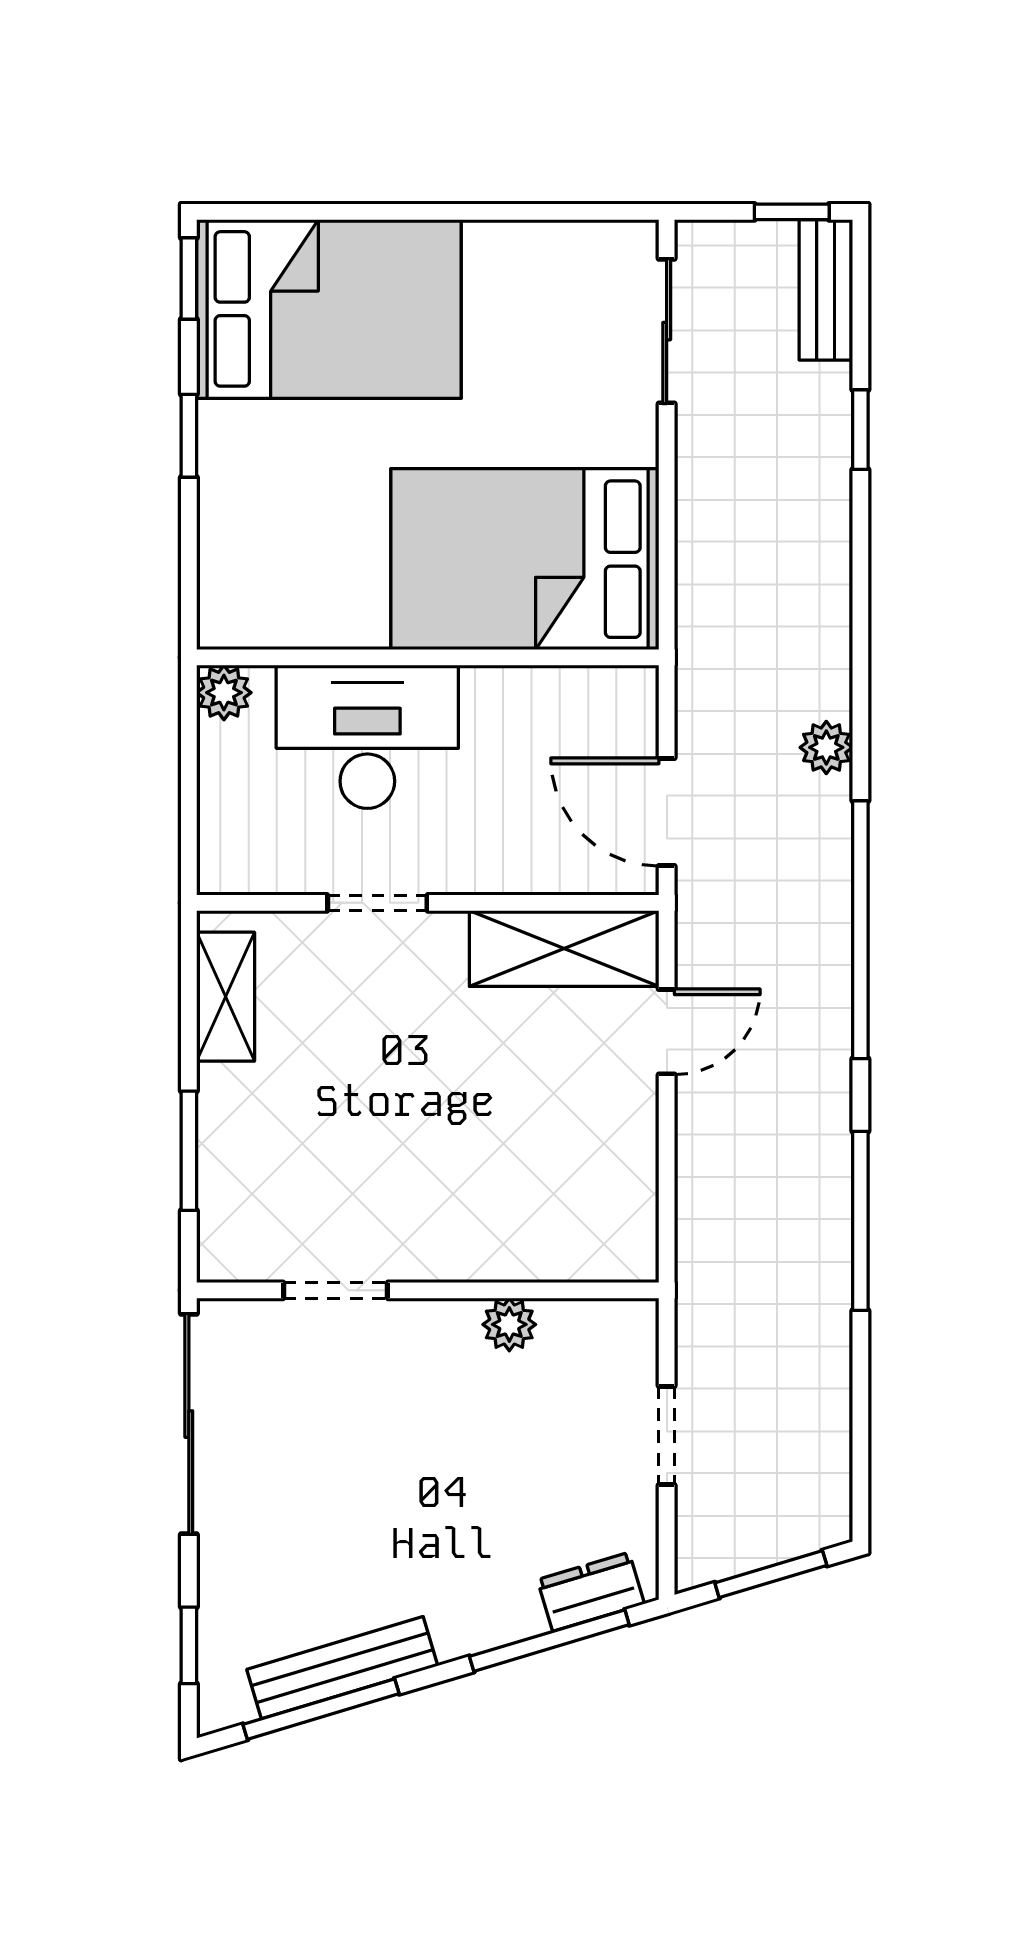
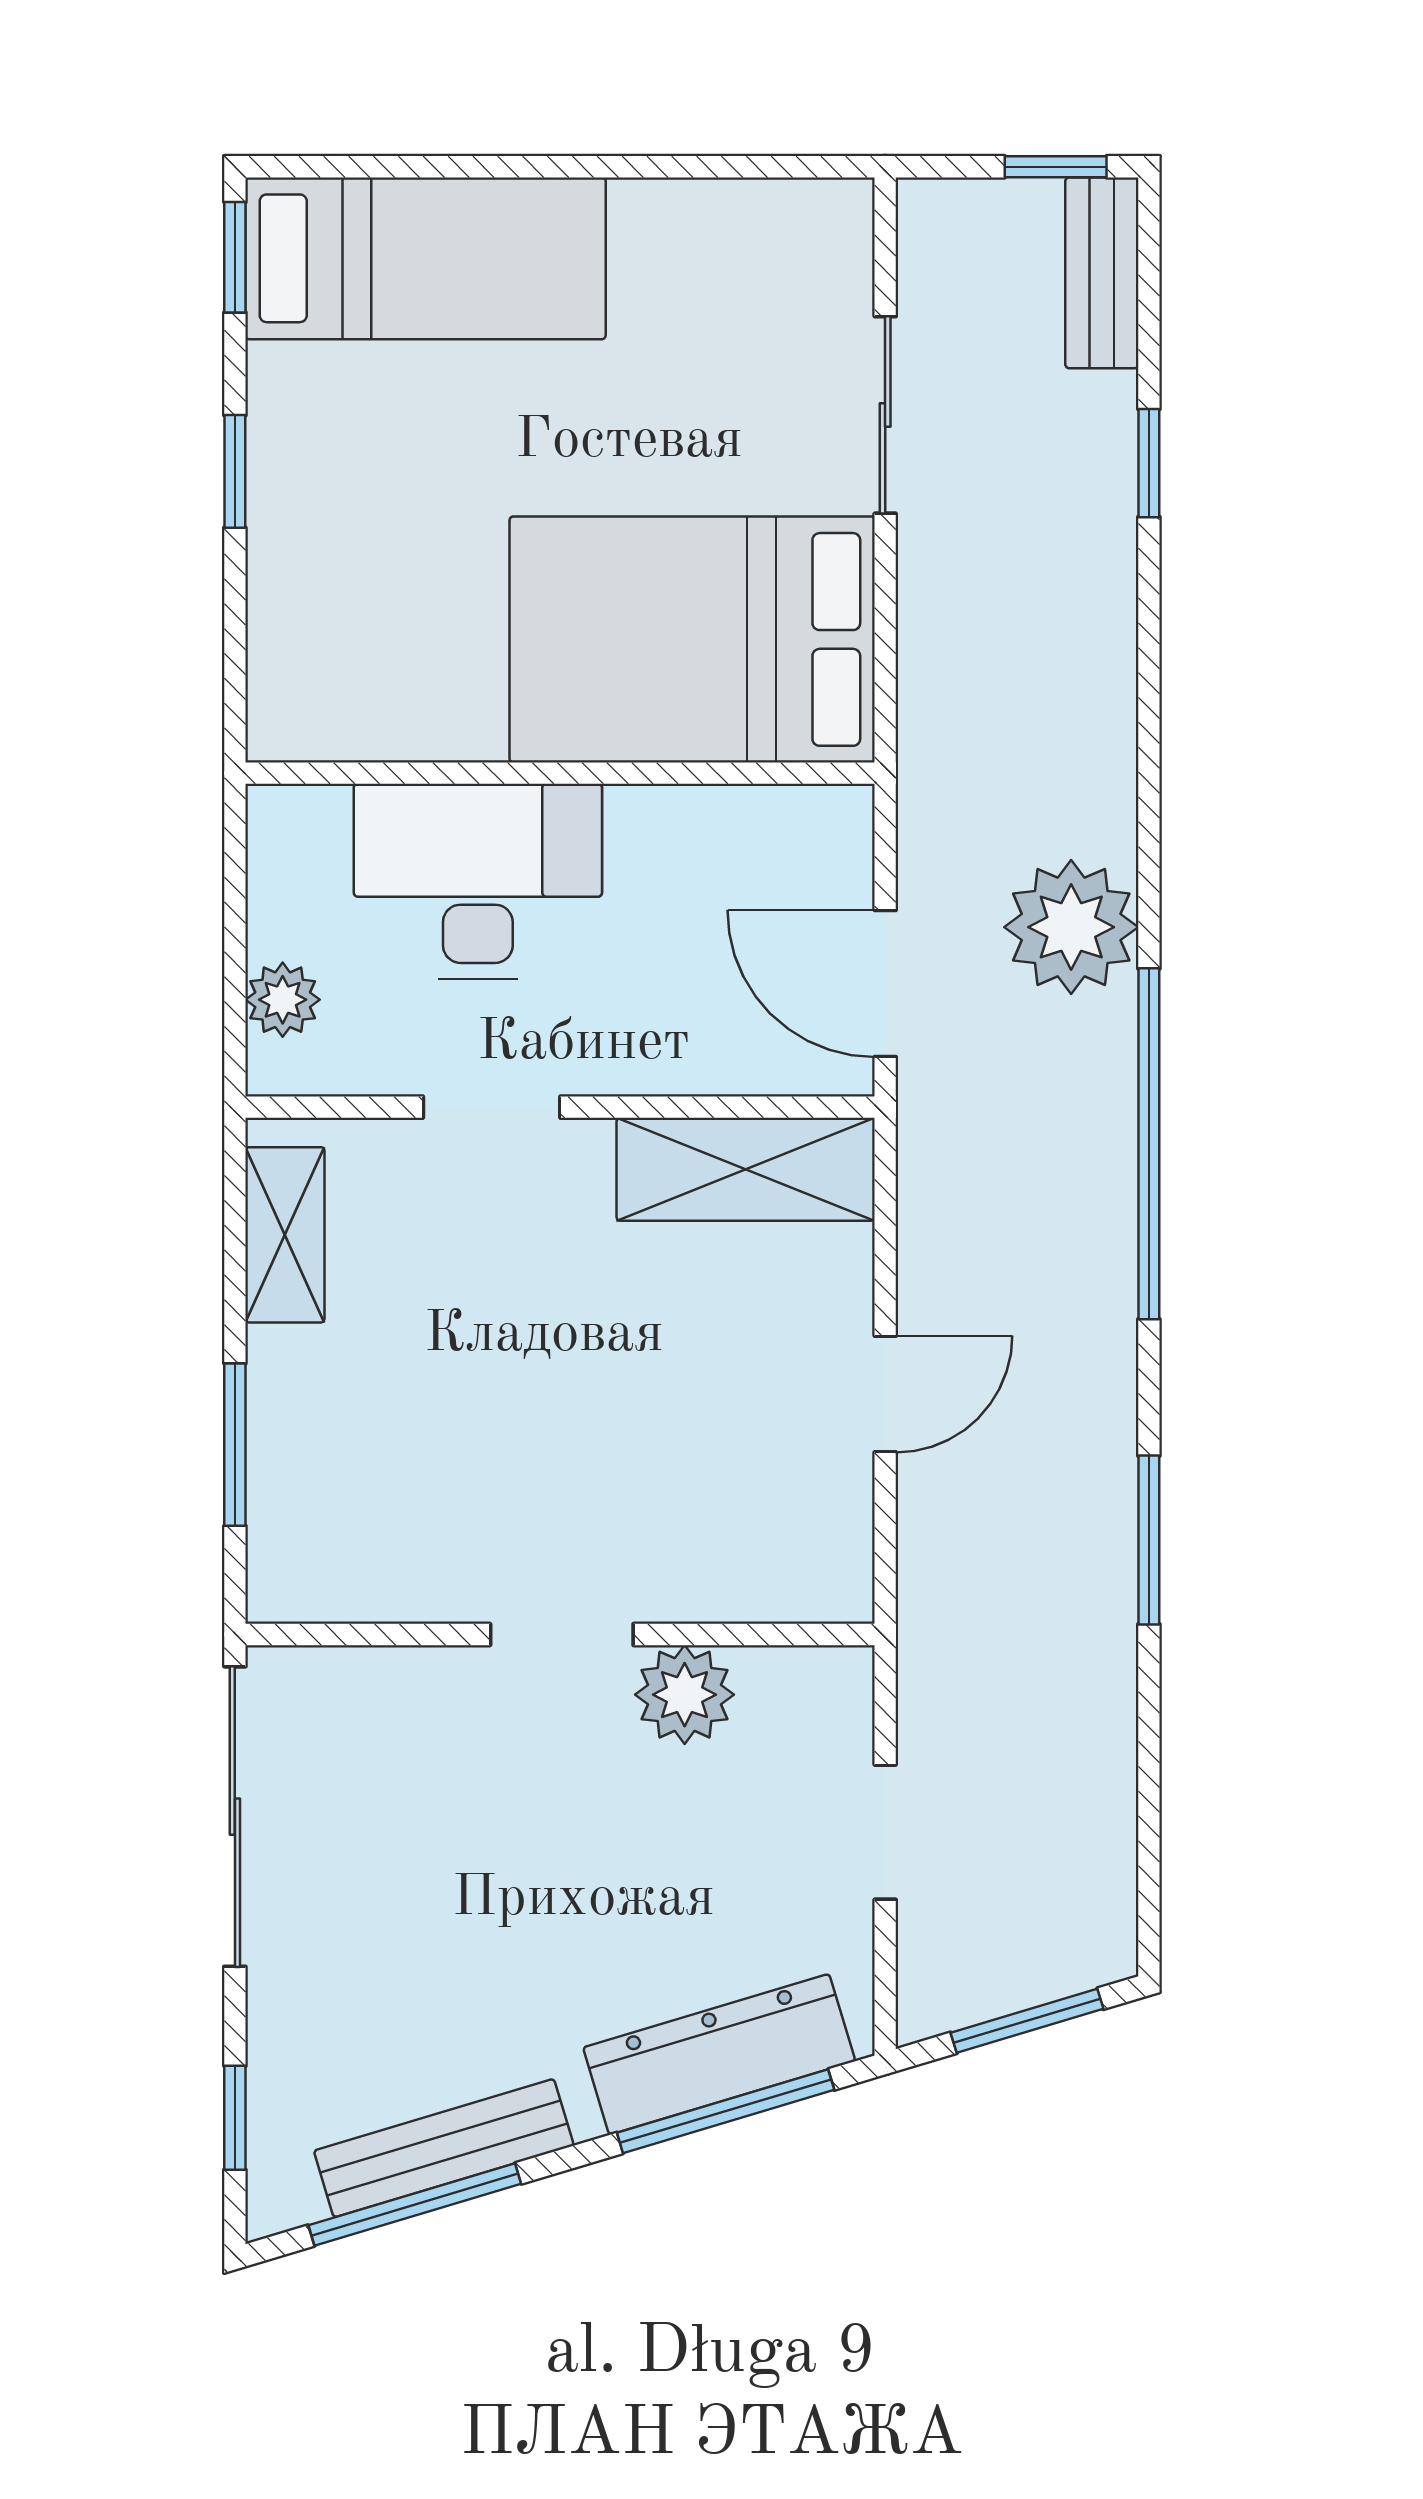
bed: (329, 309) -> (425, 258), width x0.67
sliding door: (667, 331) -> (885, 415), moved
plant: (224, 693) -> (283, 1000), moved
plant: (826, 747) -> (1071, 927), width x1.87, depth x1.87
door: (667, 1032) -> (885, 1394), moved
window: (860, 1221) -> (1149, 1540), width x0.69
doorway: (336, 1290) -> (562, 1634), moved
plant: (509, 1324) -> (685, 1695), width x1.38, depth x1.38
dresser: (591, 1592) -> (719, 2054), width x1.96, depth x1.24

